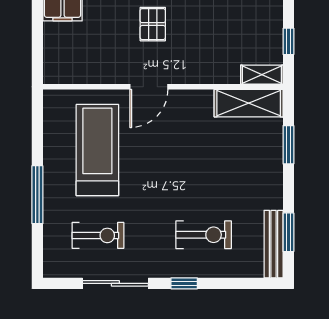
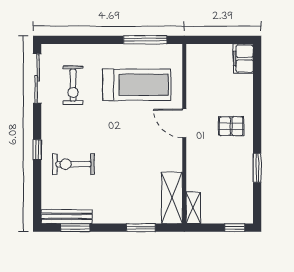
window: (288, 41) -> (235, 228), moved
window: (37, 195) -> (145, 40), moved
exercise bike: (204, 235) -> (73, 164), turned 90
sliding door: (115, 283) -> (37, 79), moved

